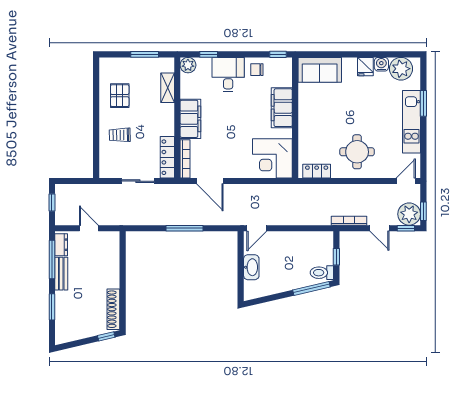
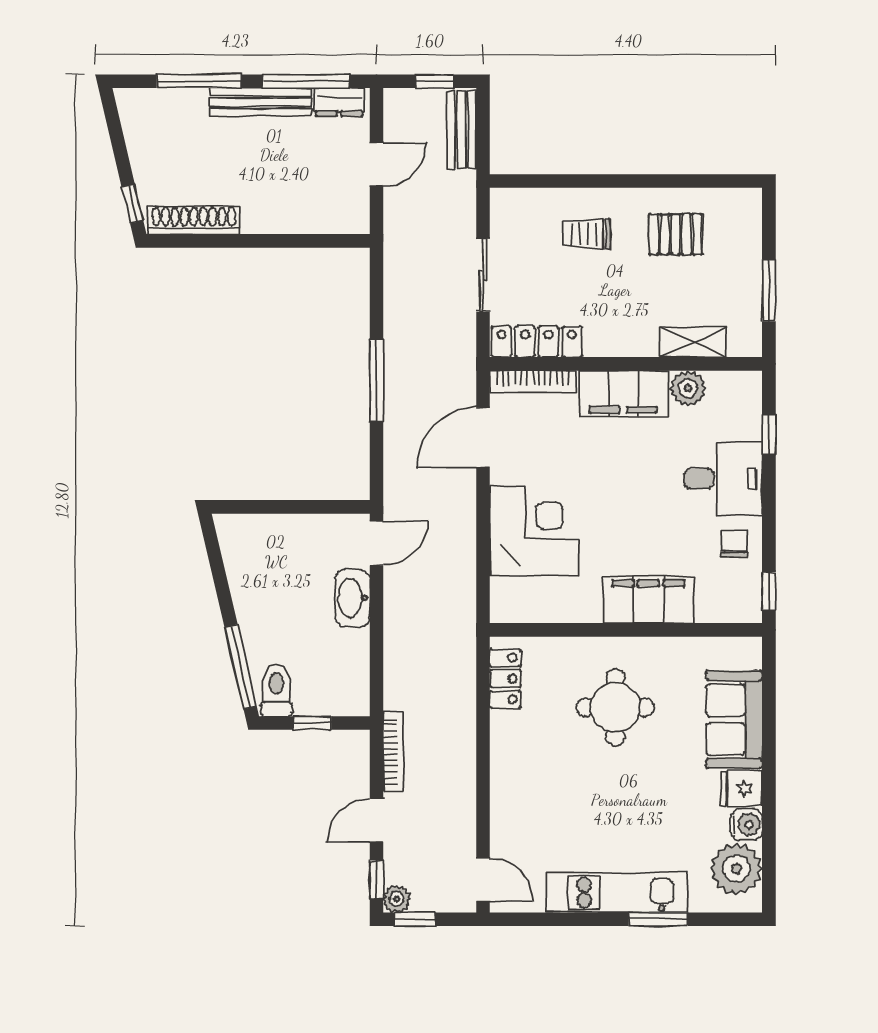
plant: (188, 65) -> (688, 388), moved
sofa: (320, 70) -> (734, 720), moved
trolley: (120, 135) -> (587, 234), turned -89
round table: (357, 152) -> (615, 707), moved
corner desk: (272, 158) -> (534, 531), moved, turned 90
bench: (74, 191) -> (462, 130), added
plant: (409, 214) -> (397, 899), width x0.53, depth x0.53
door: (257, 228) -> (377, 543), swing flipped
washbasin: (251, 267) -> (352, 598), moved, turned 90
bench: (61, 274) -> (261, 102), width x1.36
window: (52, 307) -> (199, 81), width x1.44

